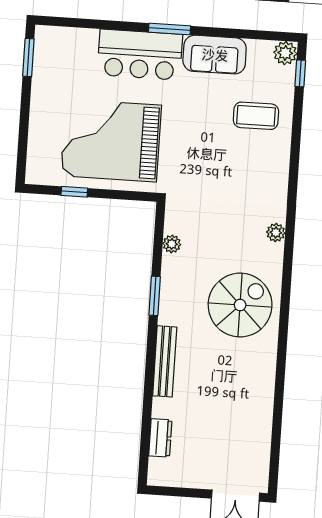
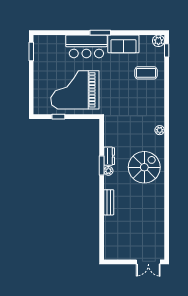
plant: (172, 244) -> (108, 171), moved
bench: (165, 361) -> (109, 202), width x0.73
dresser: (160, 438) -> (109, 156), moved

